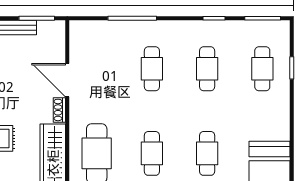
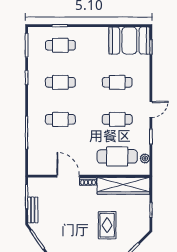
door: (67, 80) -> (68, 176), swing flipped

